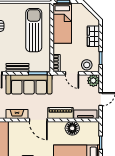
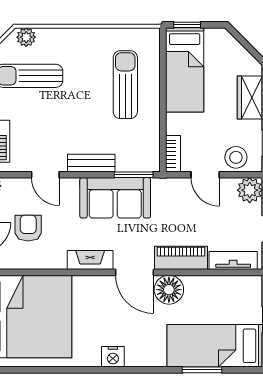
sun lounger: (34, 30) -> (125, 85), width x0.73, depth x0.75
sofa: (29, 84) -> (115, 198), width x0.73
floor lamp: (72, 128) -> (169, 290), moved

